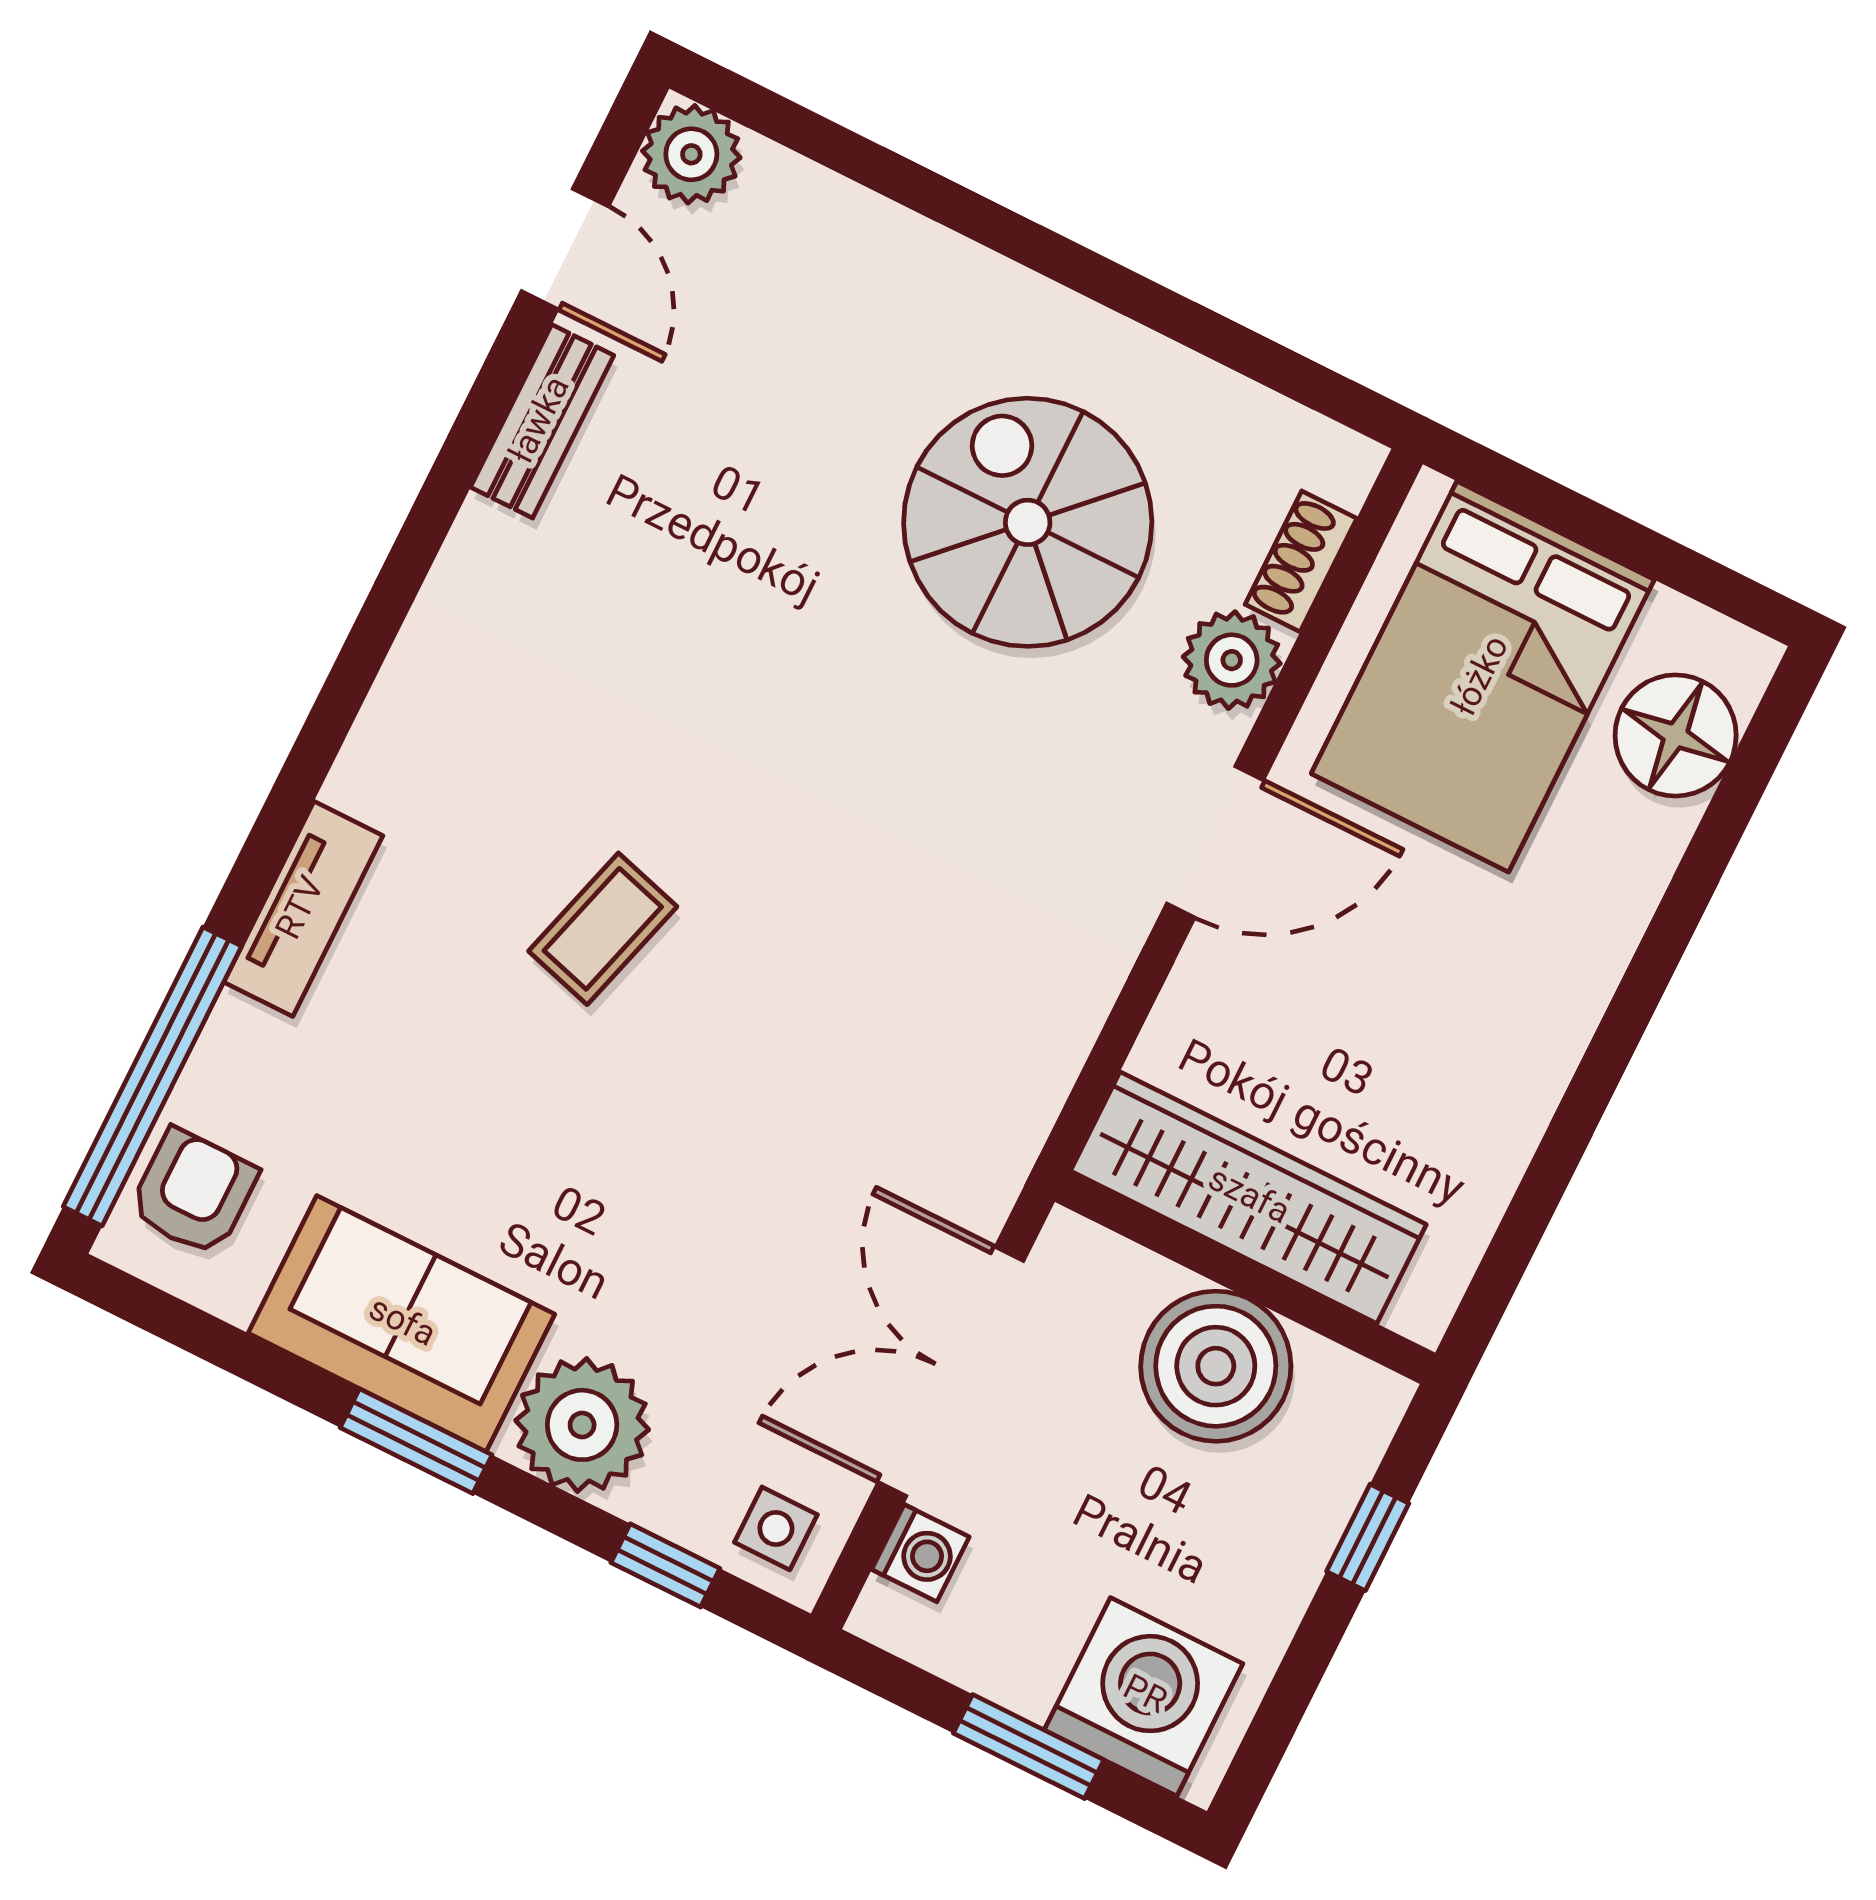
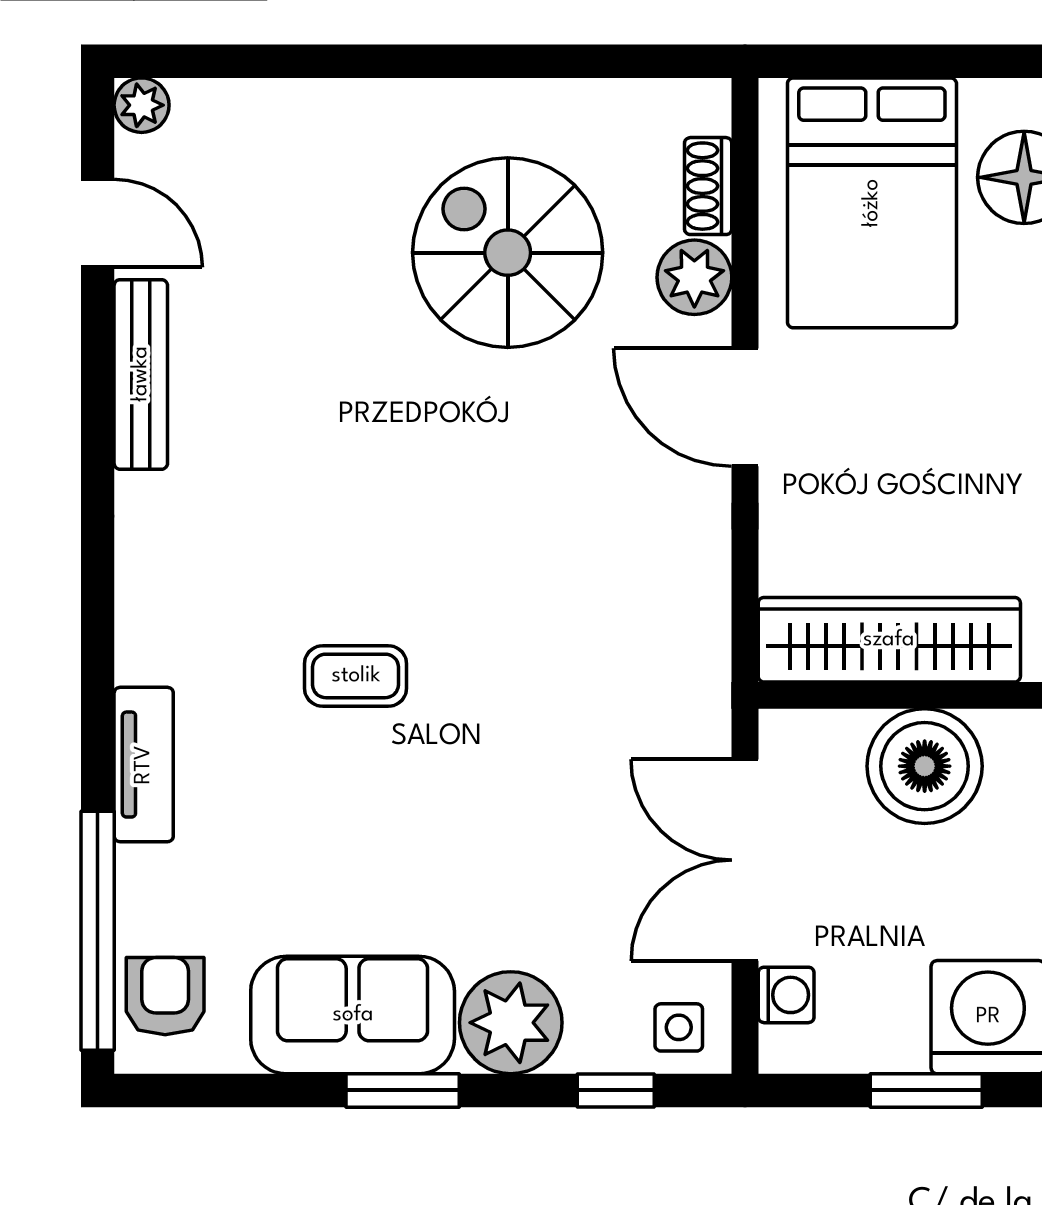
plant: (691, 154) -> (142, 105), width x0.73, depth x0.73
bench: (542, 421) -> (141, 374), width x1.36
door: (1215, 842) -> (745, 407), swing flipped
coffee table: (603, 929) -> (356, 676), turned 74

